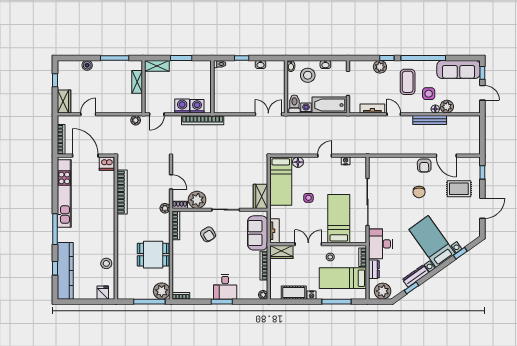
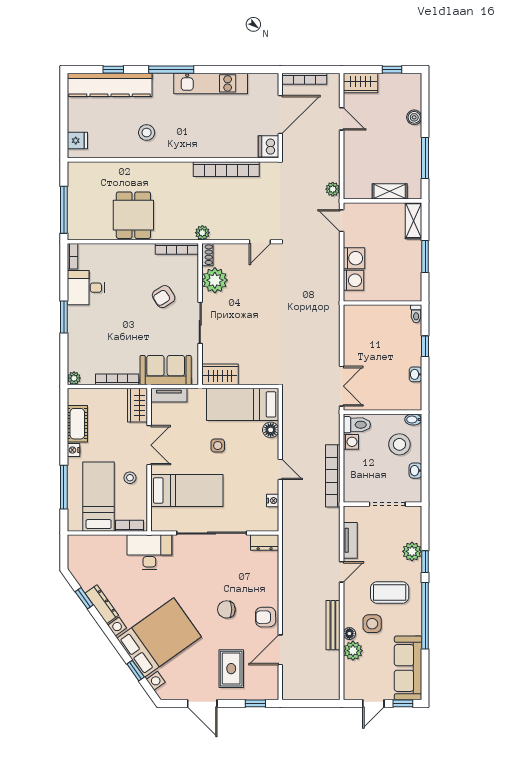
bathtub: (329, 105) -> (355, 476), removed
bookcase: (203, 120) -> (333, 476), moved
door: (171, 182) -> (260, 242), moved
kitchen unit: (64, 194) -> (211, 83), width x0.73
bed with nightstands: (432, 242) -> (159, 638), width x1.36
stool: (106, 263) -> (147, 133), moved
dresser: (374, 269) -> (265, 543), moved
desk: (225, 287) -> (86, 288), moved
plant: (162, 291) -> (79, 228), removed
plant: (383, 291) -> (79, 555), removed

